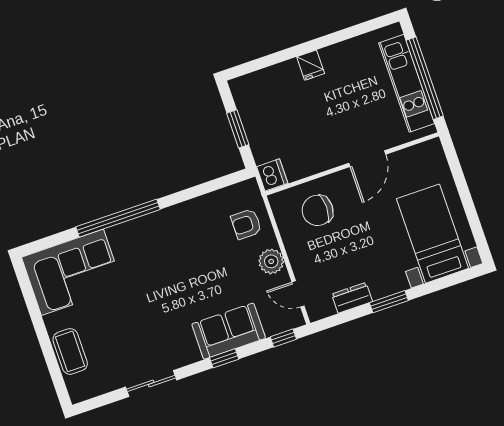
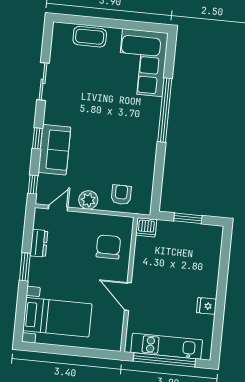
fridge: (311, 65) -> (207, 306), moved

